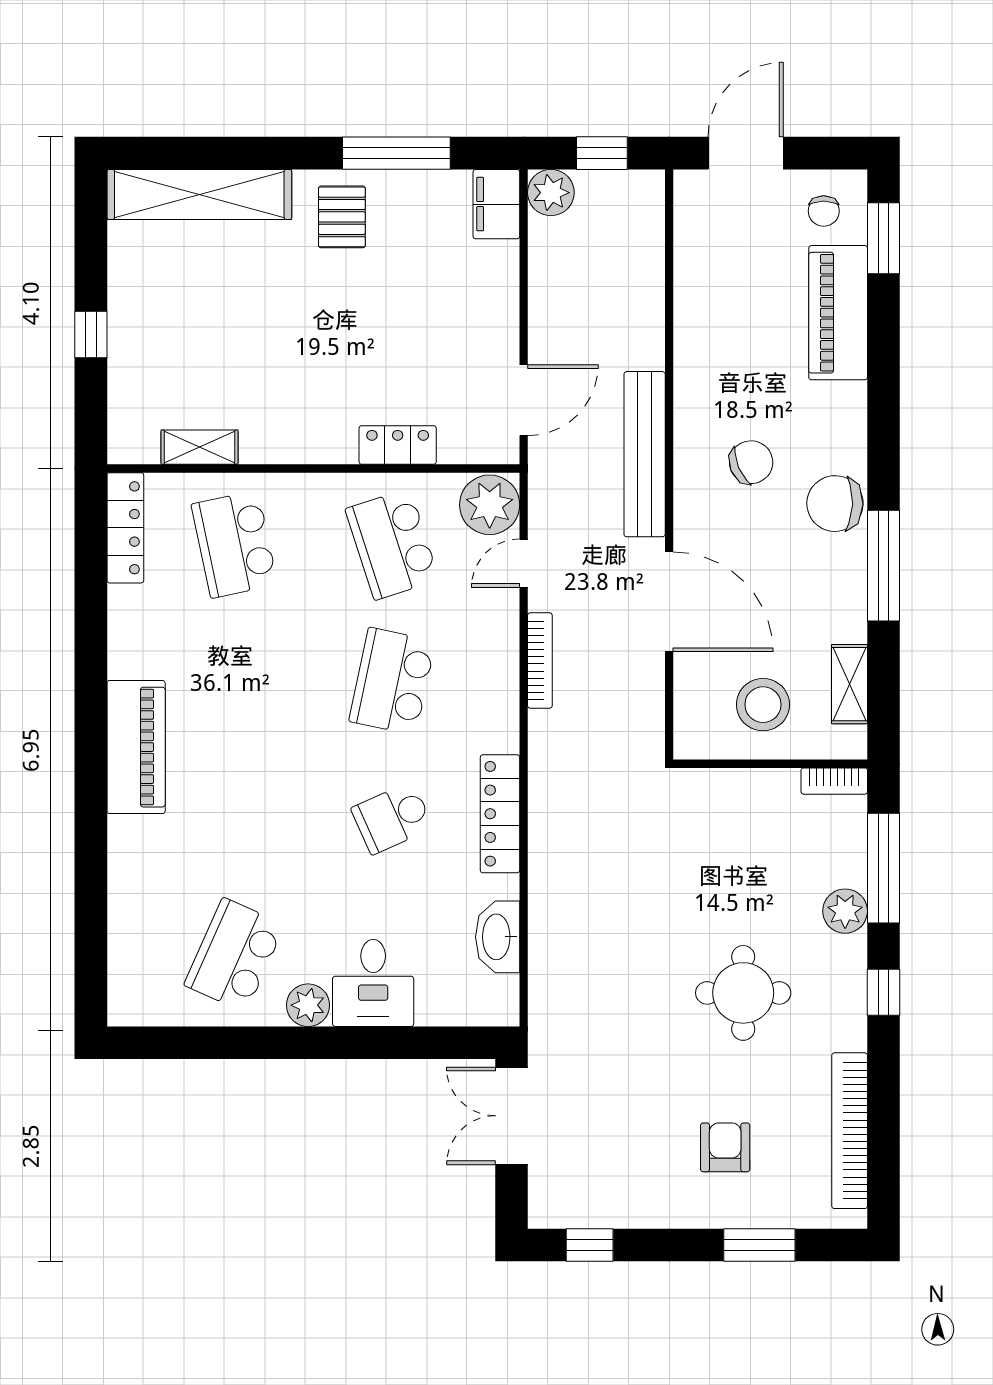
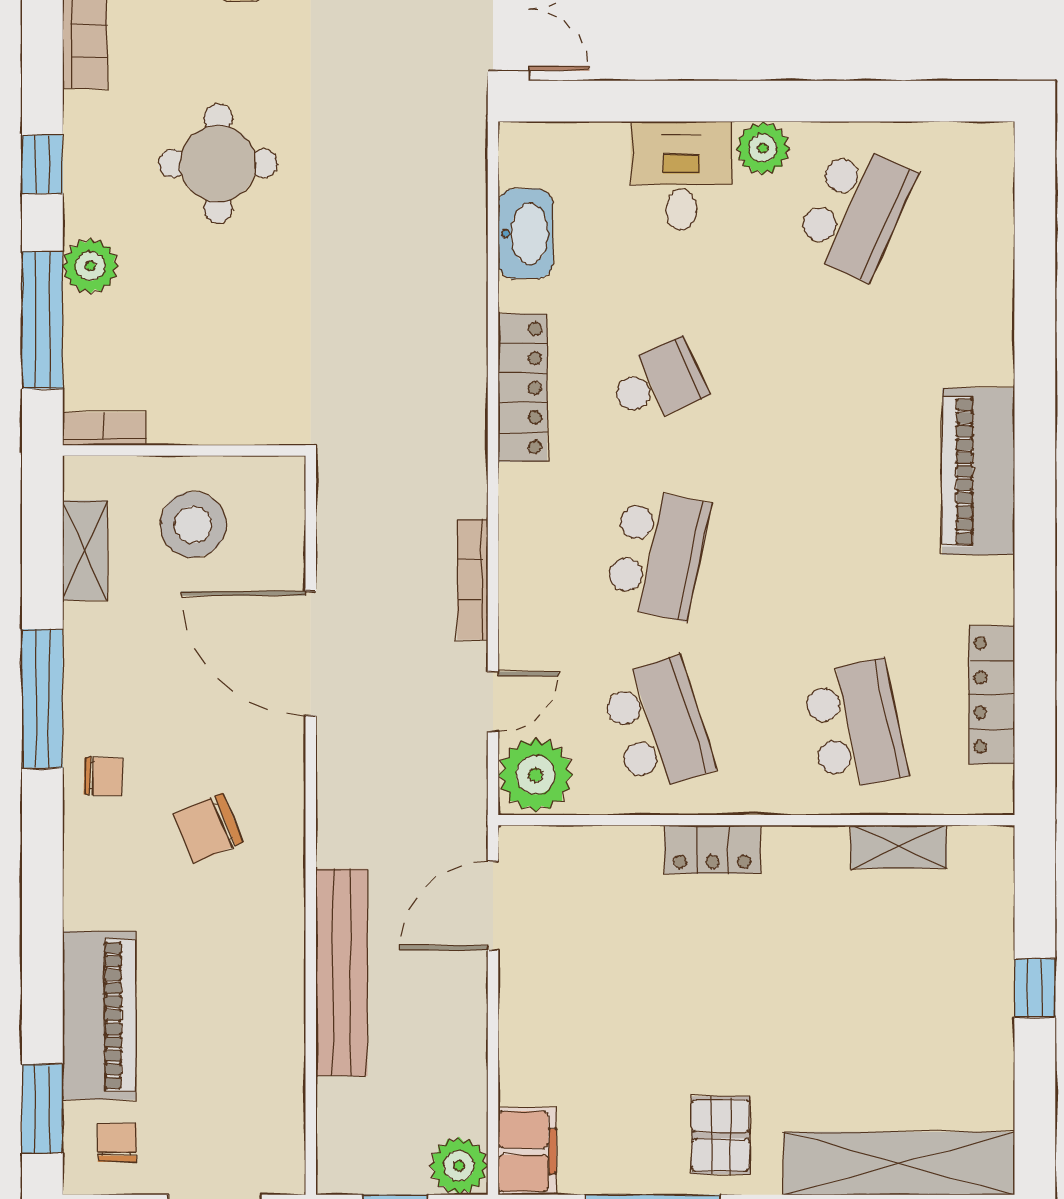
locker: (398, 445) -> (712, 850), moved
bench: (645, 454) -> (342, 972), moved
chair: (835, 504) -> (103, 776), width x0.54, depth x0.54
locker: (125, 528) -> (992, 695), moved

